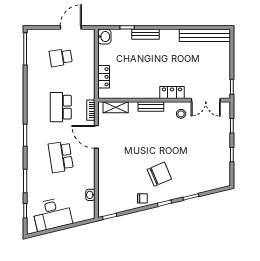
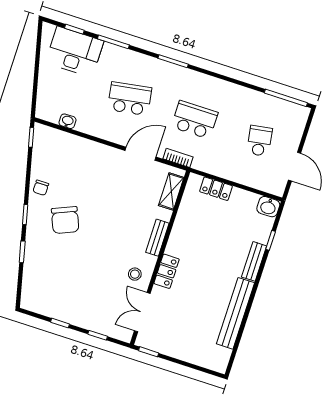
bench: (205, 35) -> (235, 313), moved
desk: (52, 214) -> (75, 52), moved, turned 103

